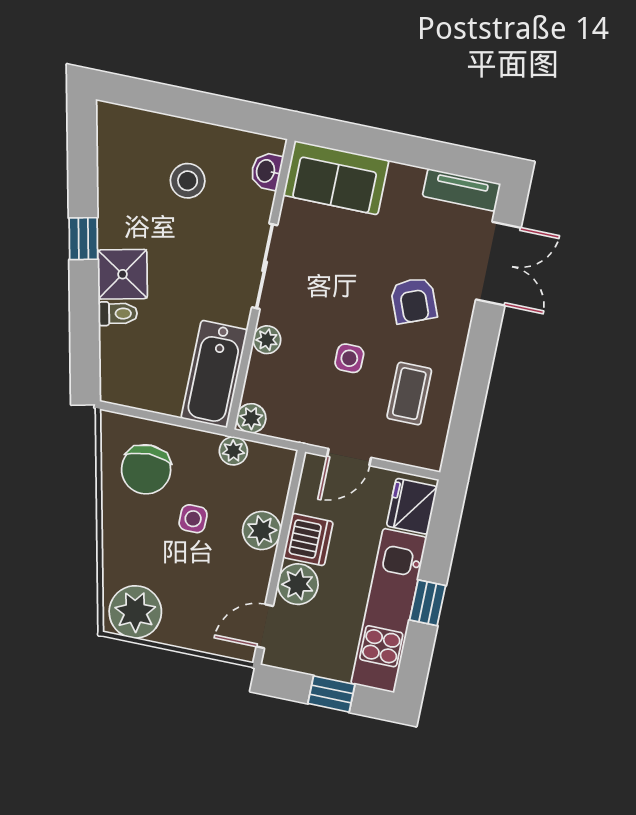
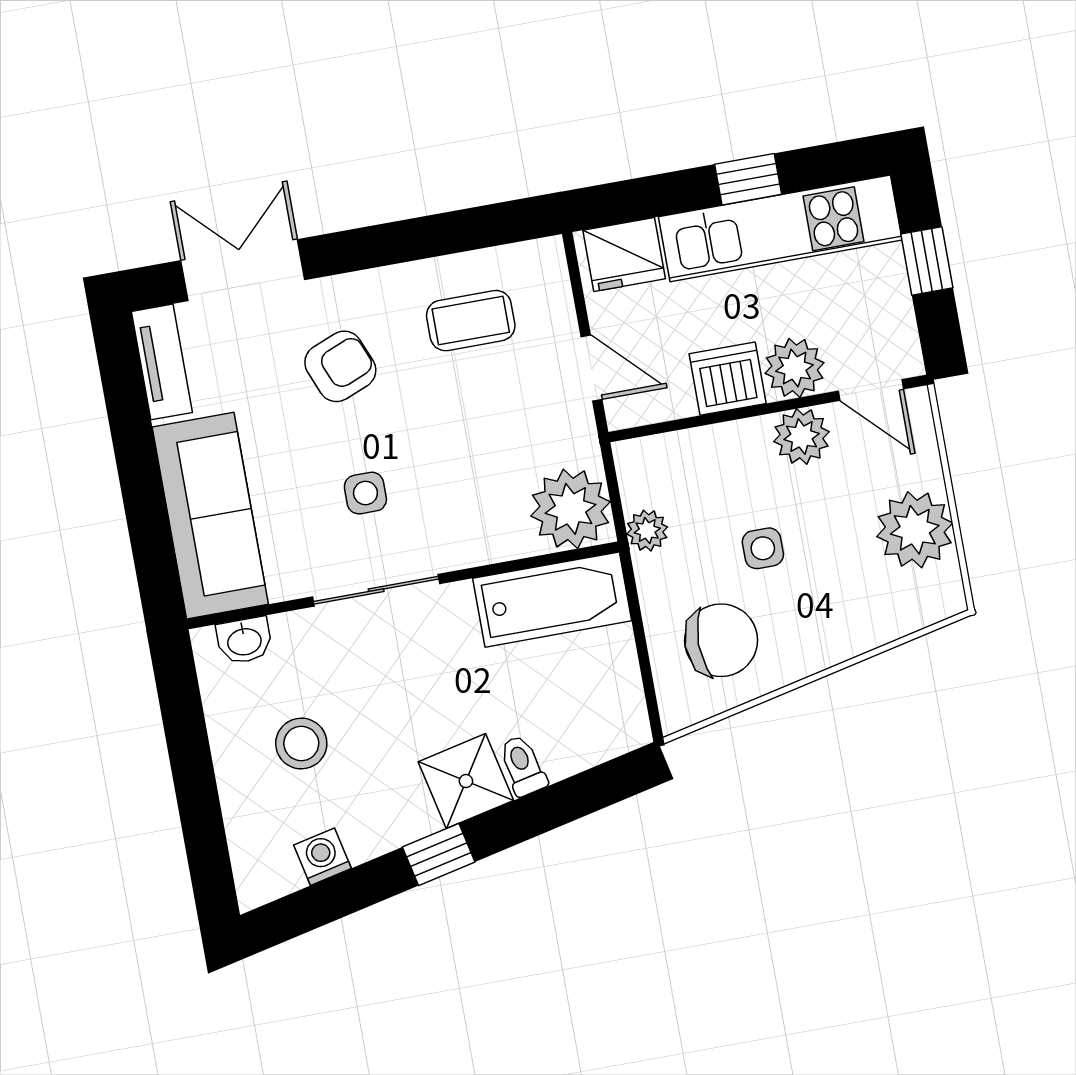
washing machine: (111, 165) -> (322, 857), added
sofa: (336, 178) -> (210, 516), width x1.36
plant: (267, 340) -> (476, 546), removed
side table: (349, 358) -> (365, 493), moved
plant: (251, 418) -> (570, 509), width x1.88, depth x1.88
plant: (262, 530) -> (802, 437), moved
plant: (135, 612) -> (915, 530), moved

